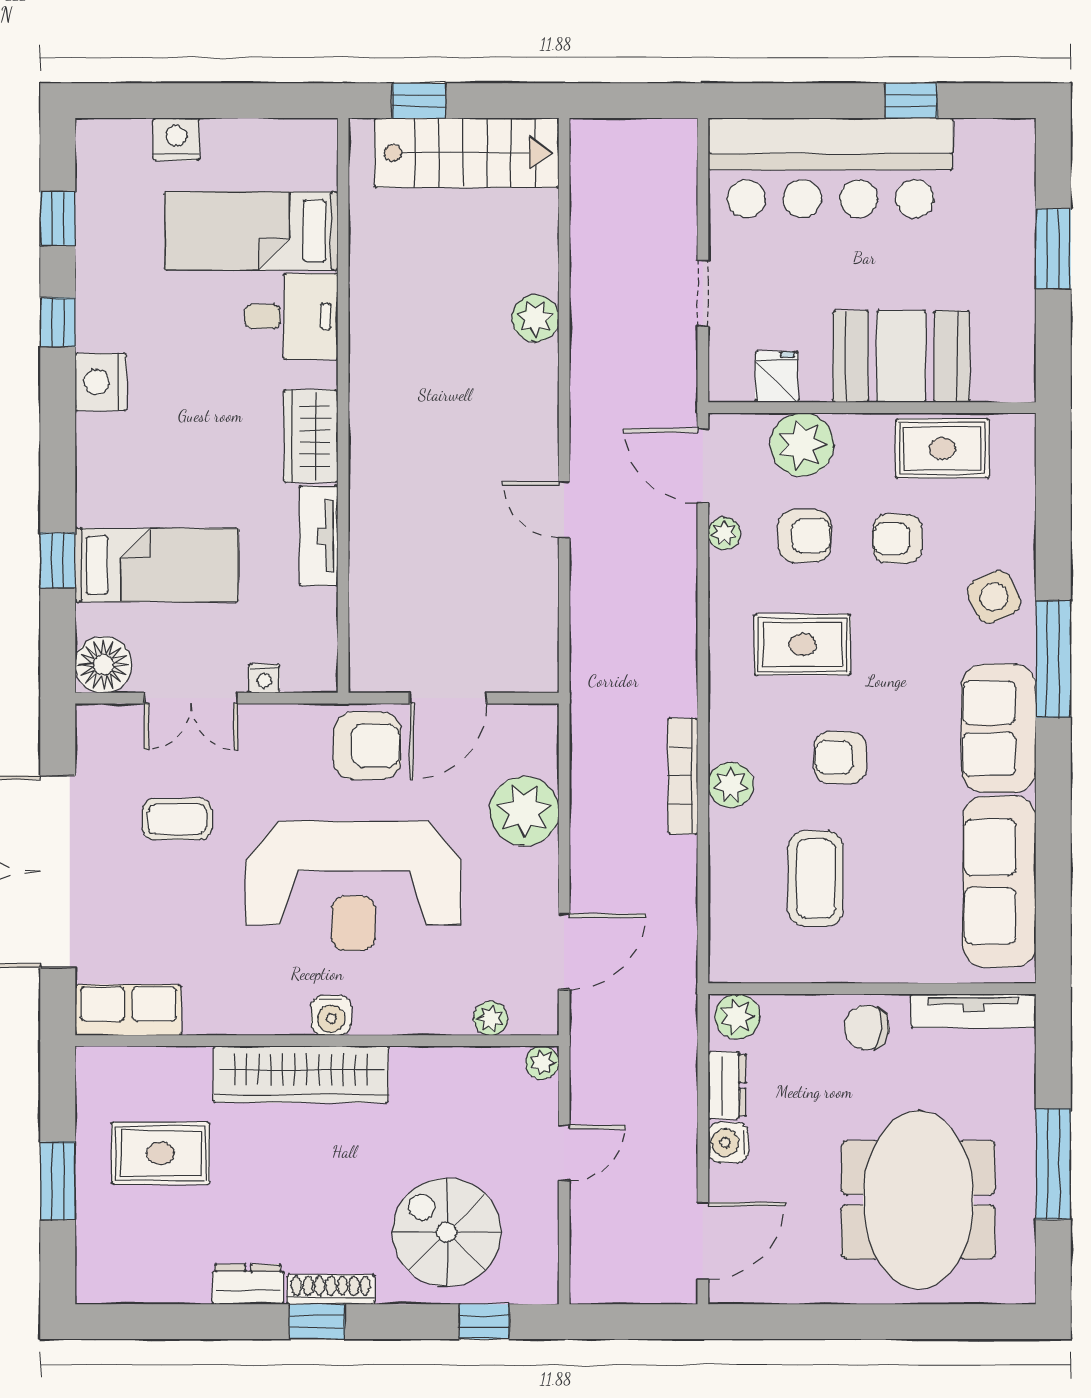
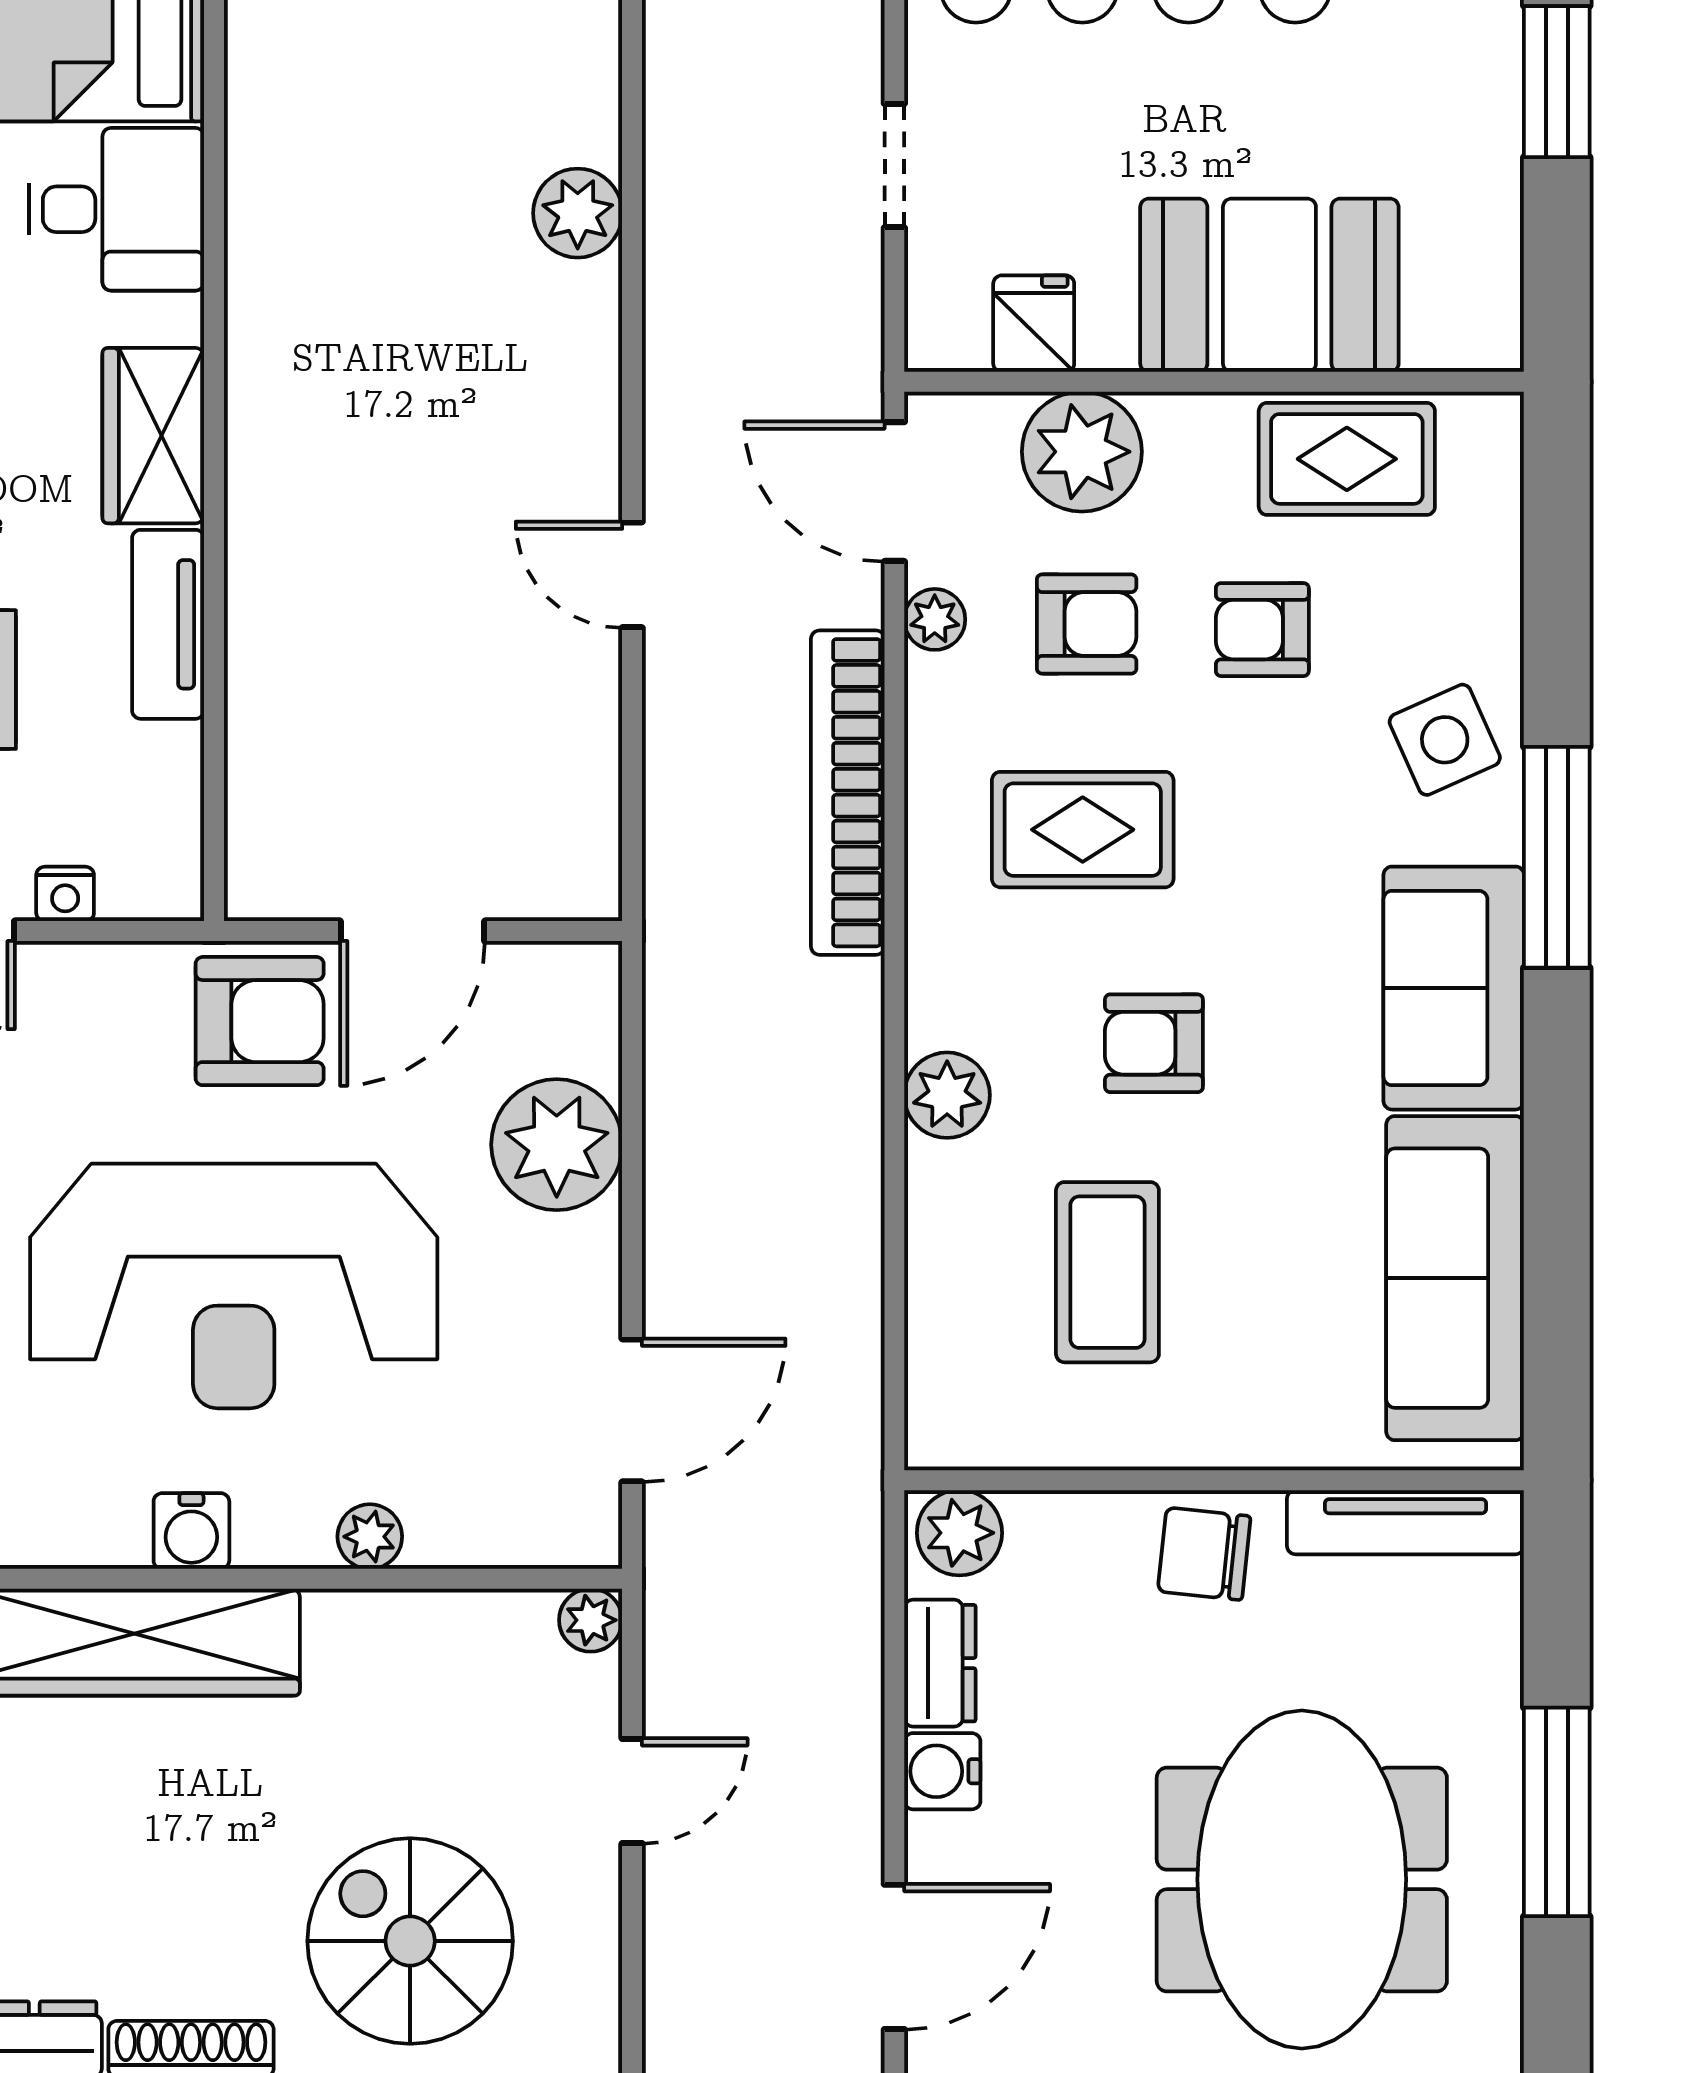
bookcase: (683, 776) -> (848, 793), moved, width x1.48, depth x1.31
plant: (491, 1018) -> (370, 1537), moved

